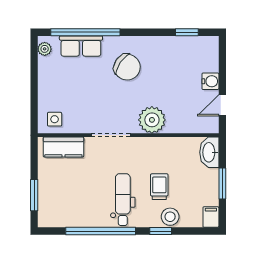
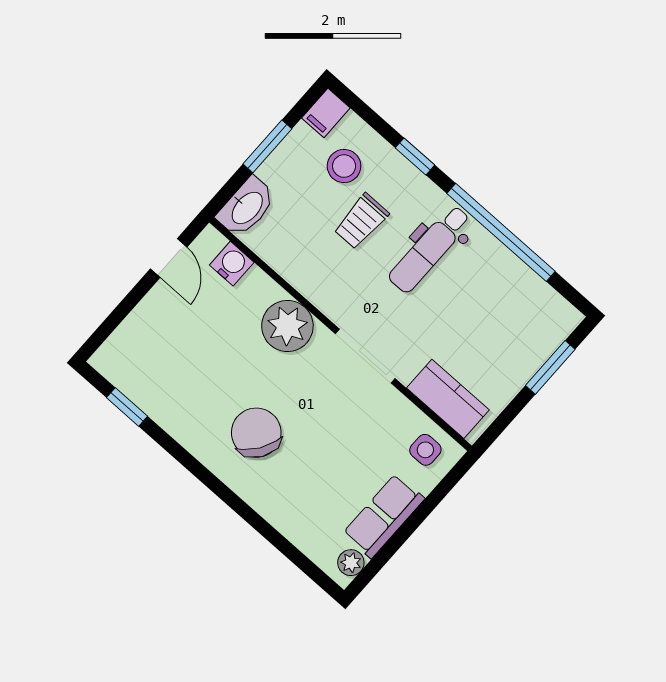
window: (85, 32) -> (272, 535), removed
row of seats: (81, 46) -> (384, 516), moved, turned -90
water cooler: (210, 81) -> (232, 264), moved, turned 90
door: (222, 105) -> (169, 258), hinge flipped
stool: (170, 217) -> (344, 166), moved

